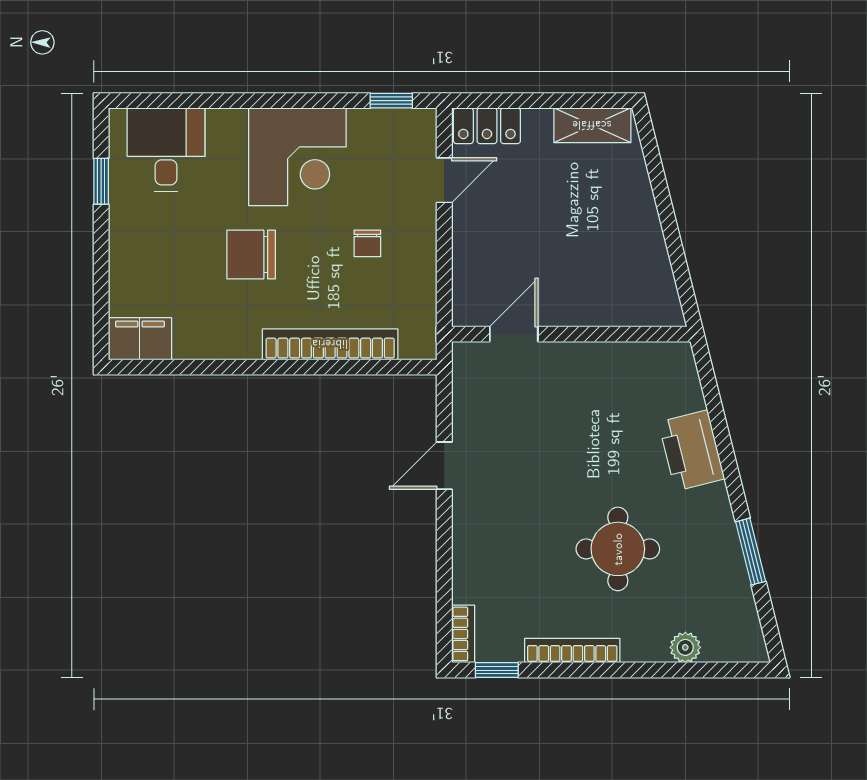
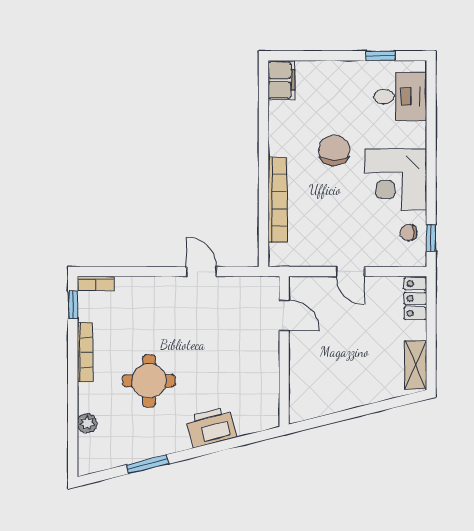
door: (444, 180) -> (350, 272), moved
chair: (367, 243) -> (409, 233), moved

